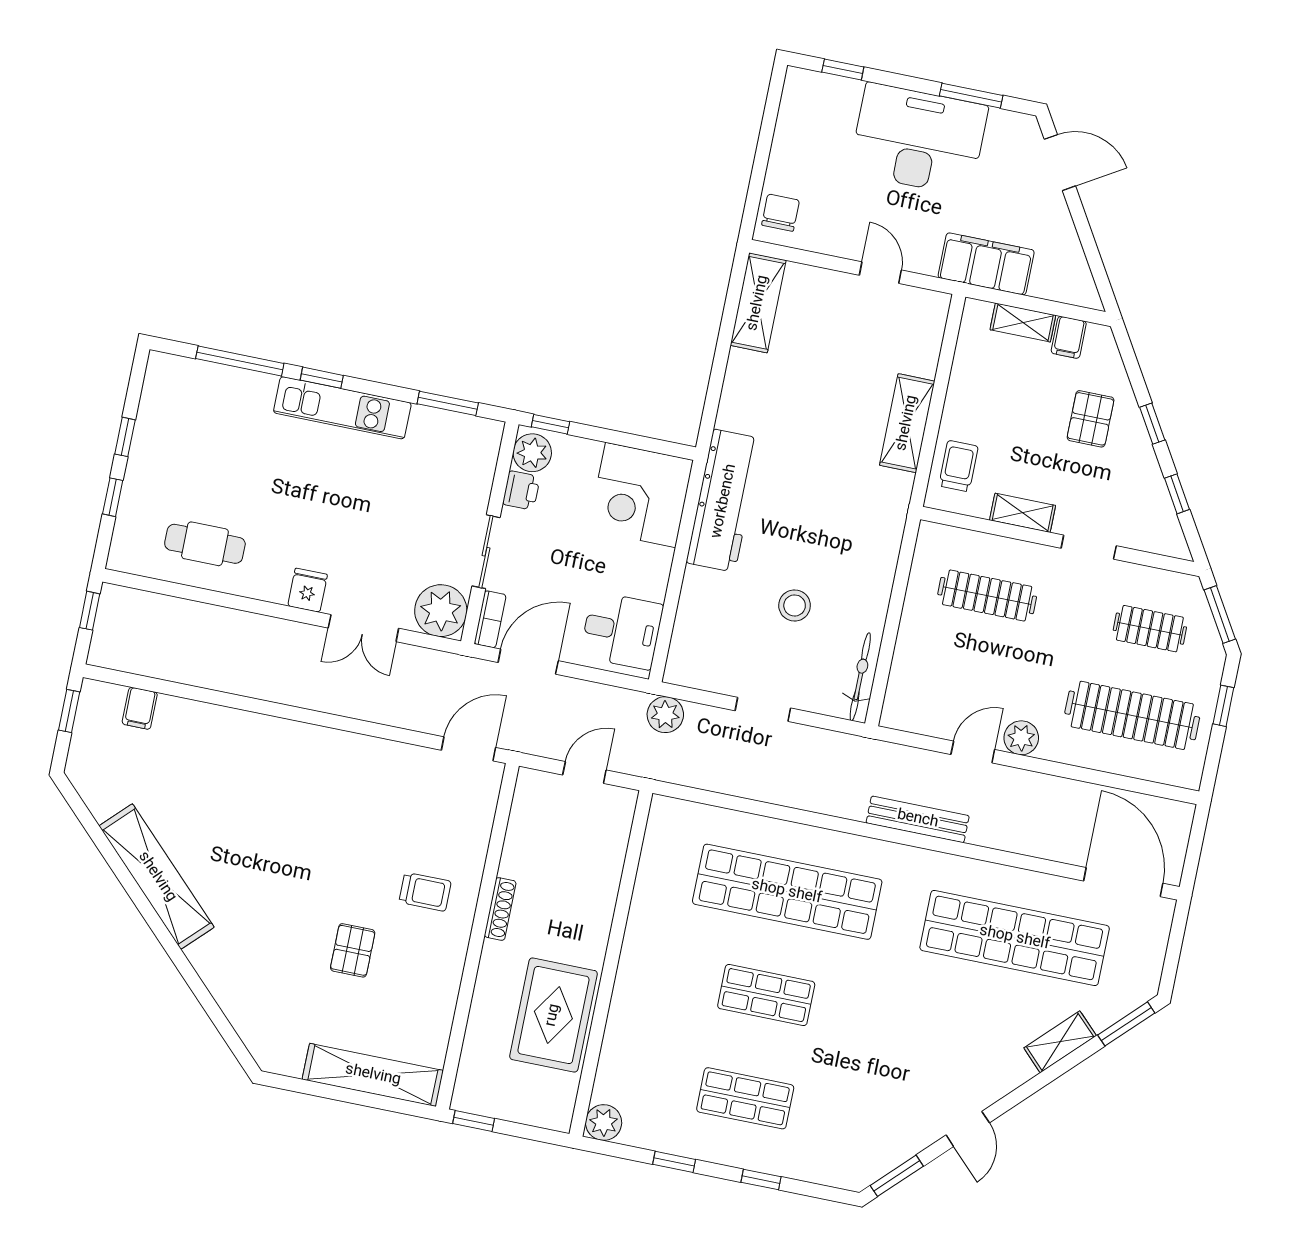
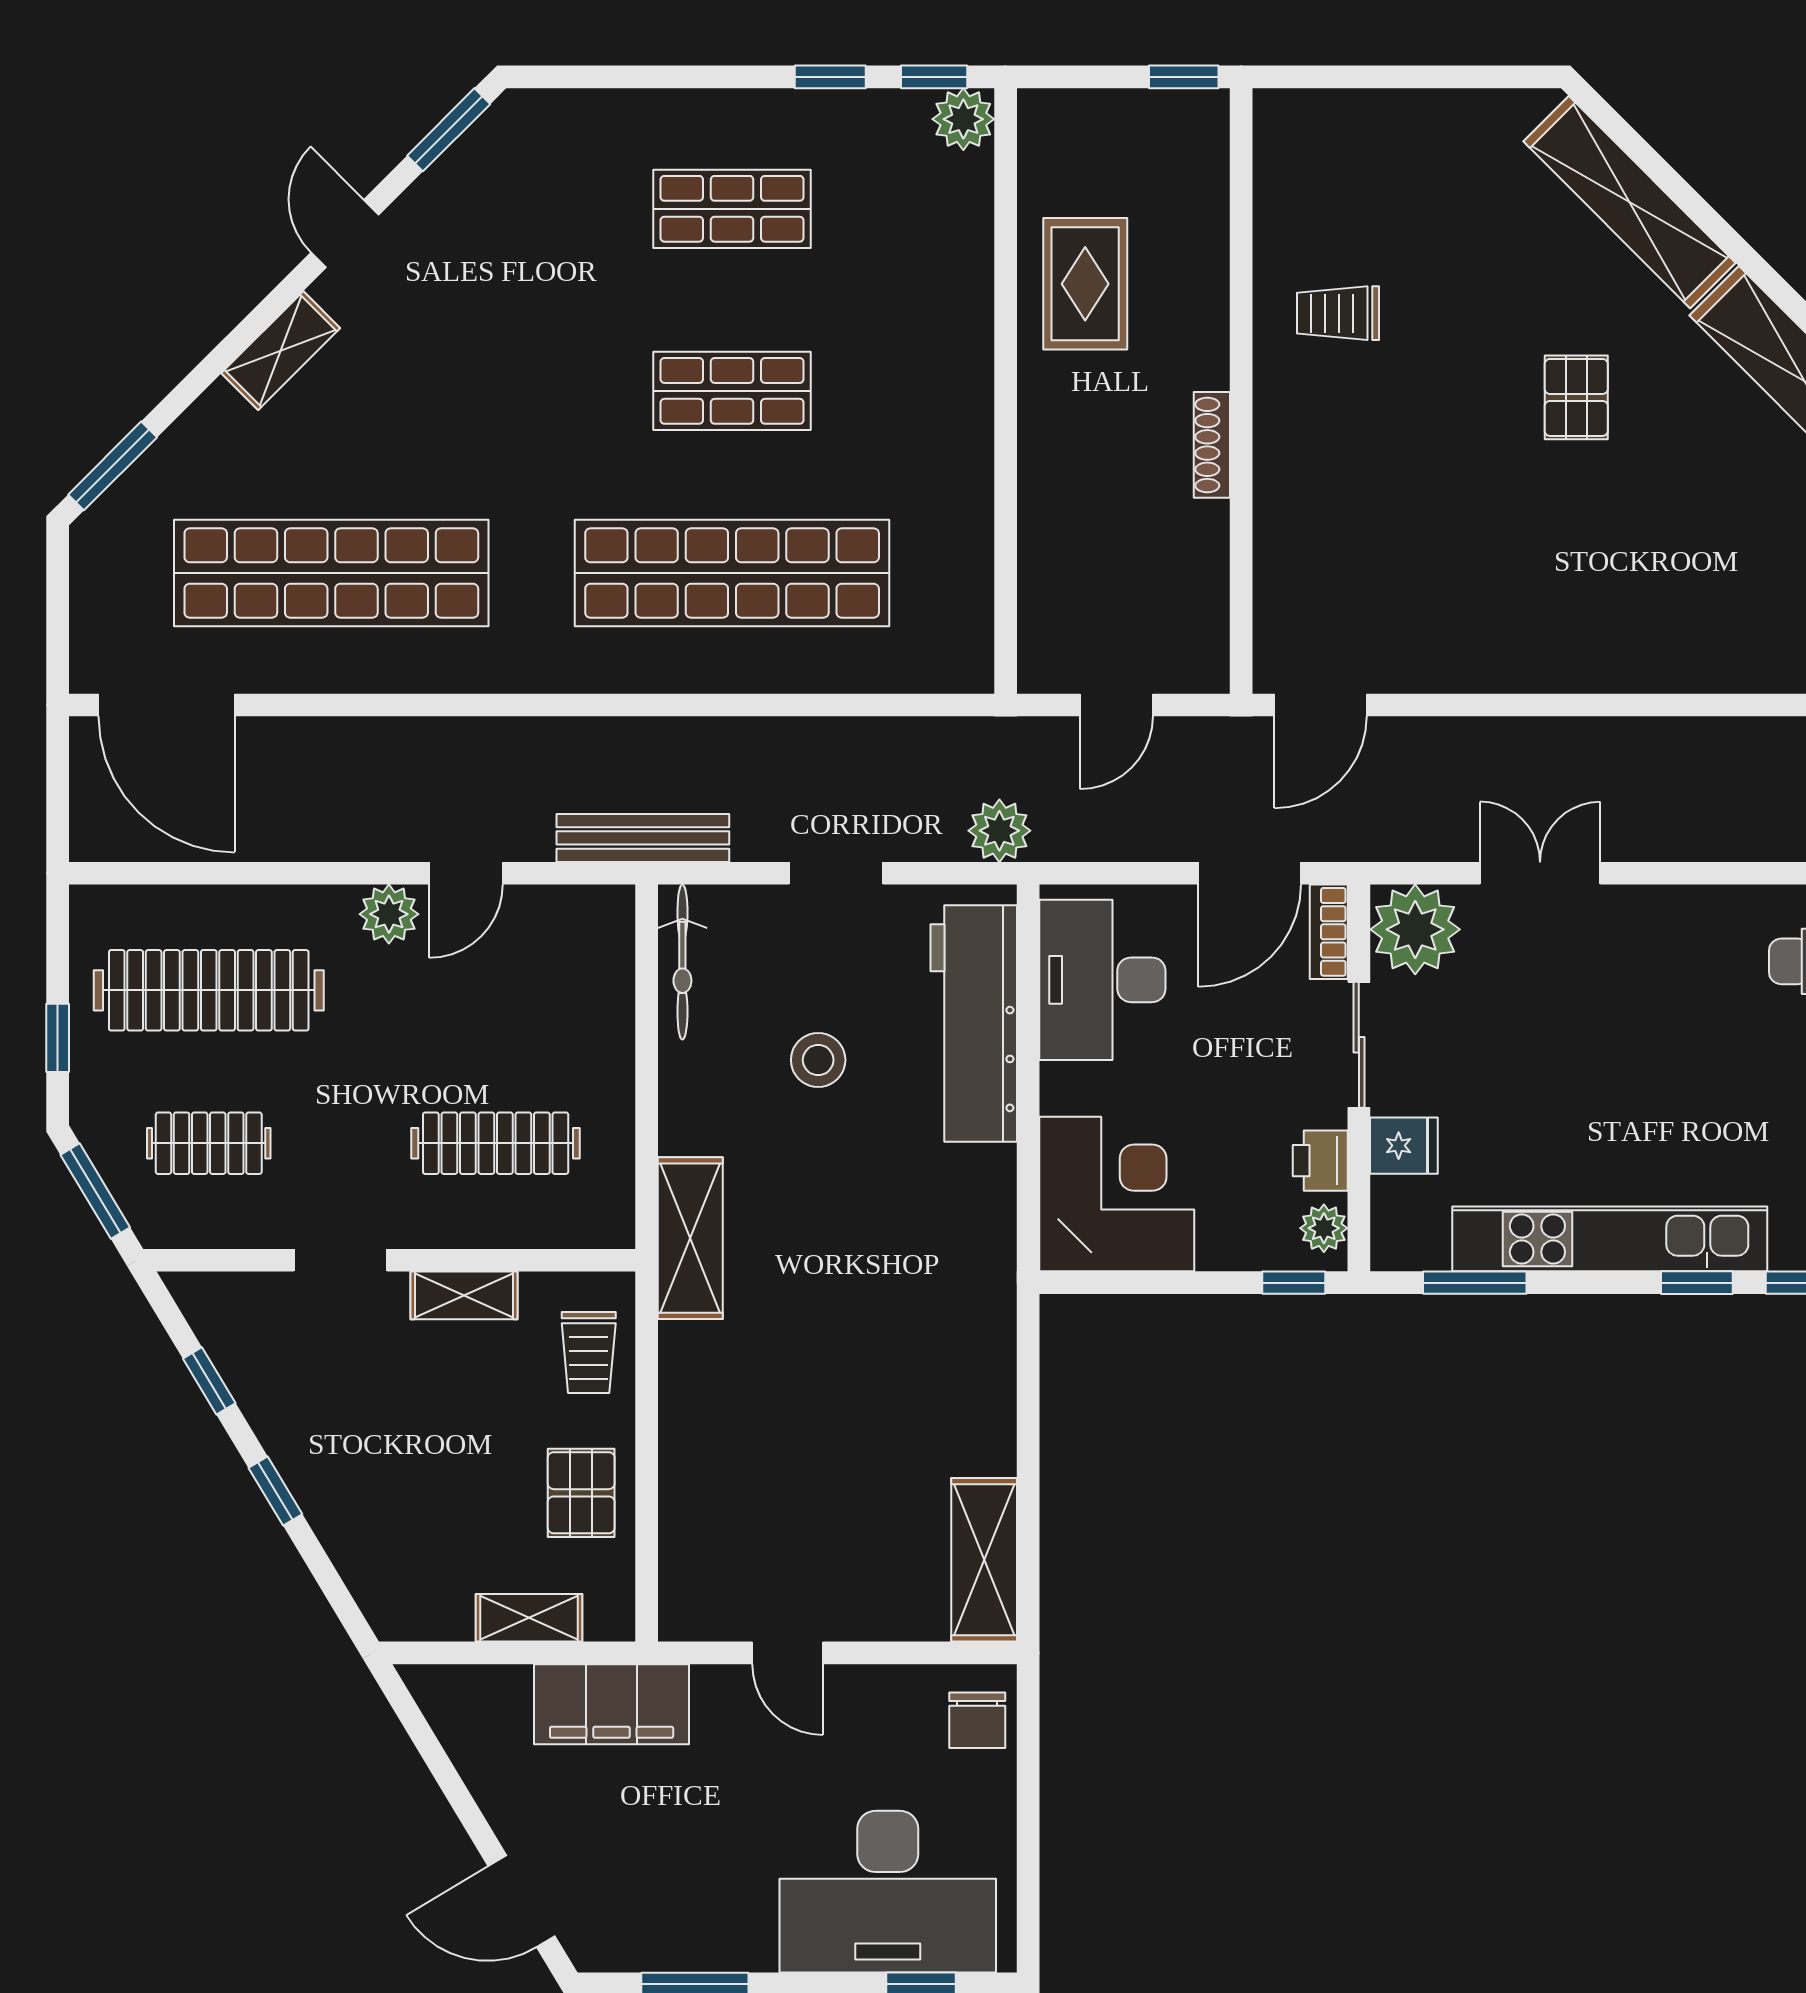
desk: (919, 139) -> (888, 1892), moved
filing cabinet: (1069, 337) -> (446, 1608), removed
kitchen unit: (342, 408) -> (1610, 1239), width x1.36
pallet: (1091, 419) -> (581, 1493), moved
shelving: (907, 423) -> (690, 1238), moved
plant: (532, 453) -> (1324, 1228), width x0.73, depth x0.73
workbench: (724, 501) -> (974, 1023), moved
fridge: (308, 590) -> (1404, 1146), moved, turned -90
desk: (622, 631) -> (1102, 980), width x1.37
bench: (918, 819) -> (643, 838), moved
trolley: (425, 892) -> (1338, 313), moved
pallet: (353, 950) -> (1576, 397), moved
rug: (553, 1015) -> (1085, 284), width x0.73, depth x0.70
shelving: (1060, 1042) -> (281, 351), moved
shelving: (373, 1075) -> (1629, 202), moved, turned 45
window: (761, 1180) -> (934, 77), moved

